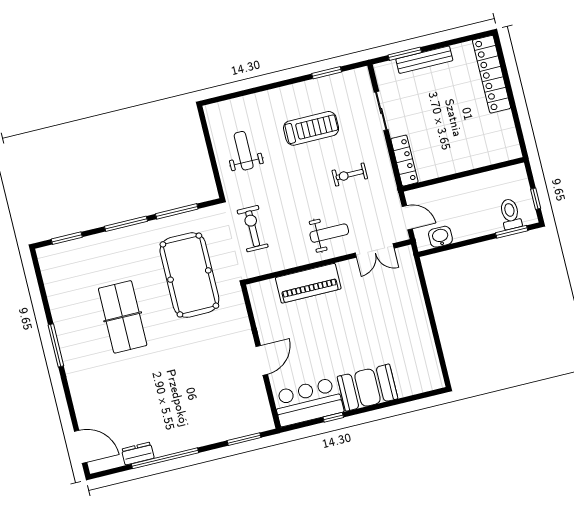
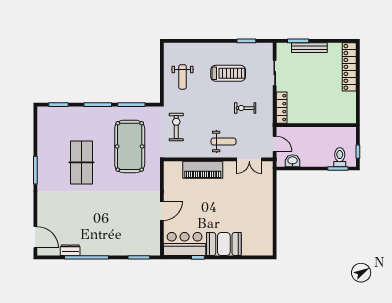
weight bench: (244, 151) -> (183, 77), turned 180

